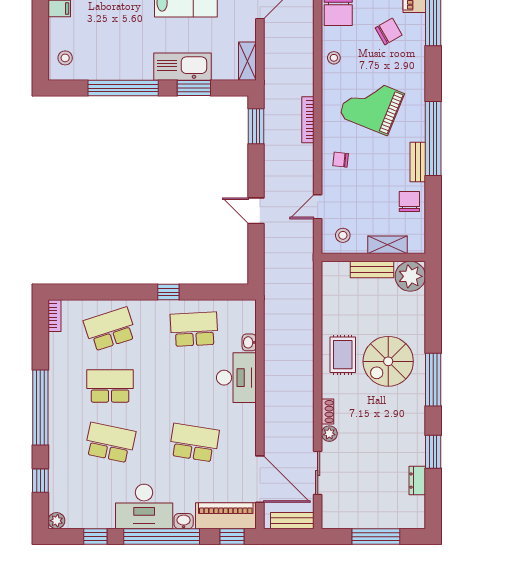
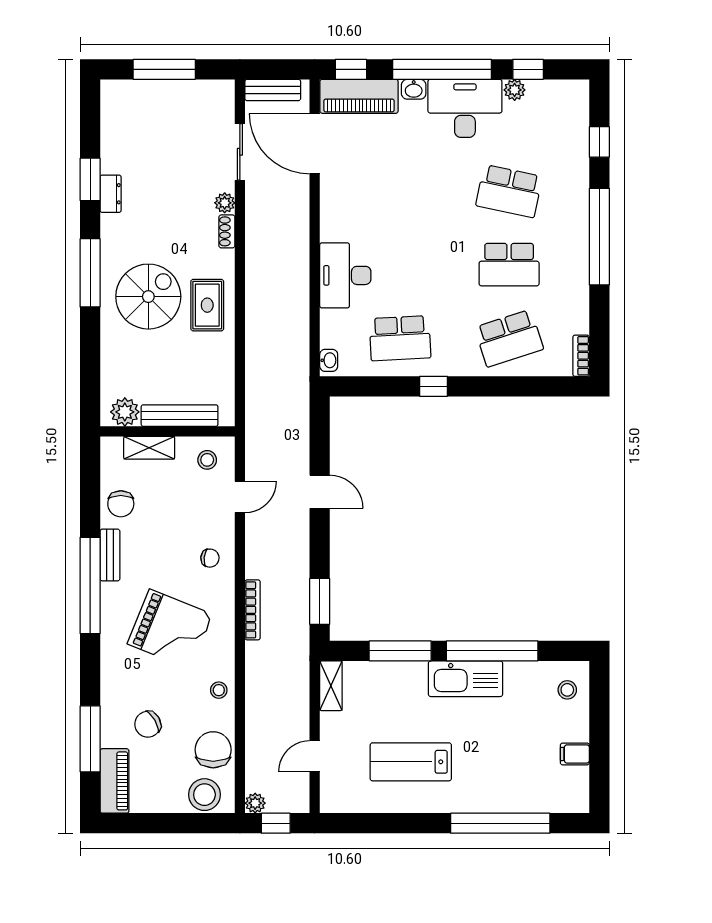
kitchen sink: (182, 67) -> (466, 679), moved
window: (194, 88) -> (400, 651), width x1.44
bench: (372, 270) -> (180, 416), width x1.36
plant: (410, 276) -> (125, 412), width x0.73, depth x0.73
washbasin: (249, 342) -> (329, 360), moved
school desk: (194, 443) -> (400, 191), removed
dresser: (417, 481) -> (111, 194), moved
plant: (57, 521) -> (515, 90), moved

